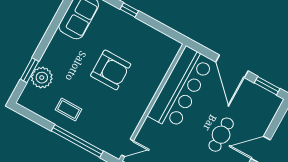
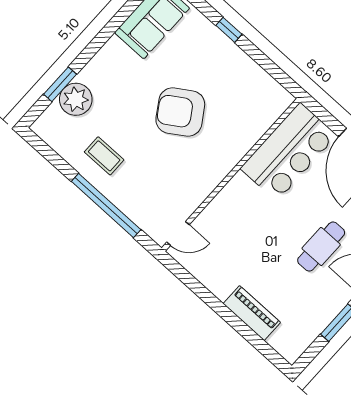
armchair: (111, 70) -> (180, 112), turned 147
bar counter: (181, 88) -> (288, 152), width x0.73

